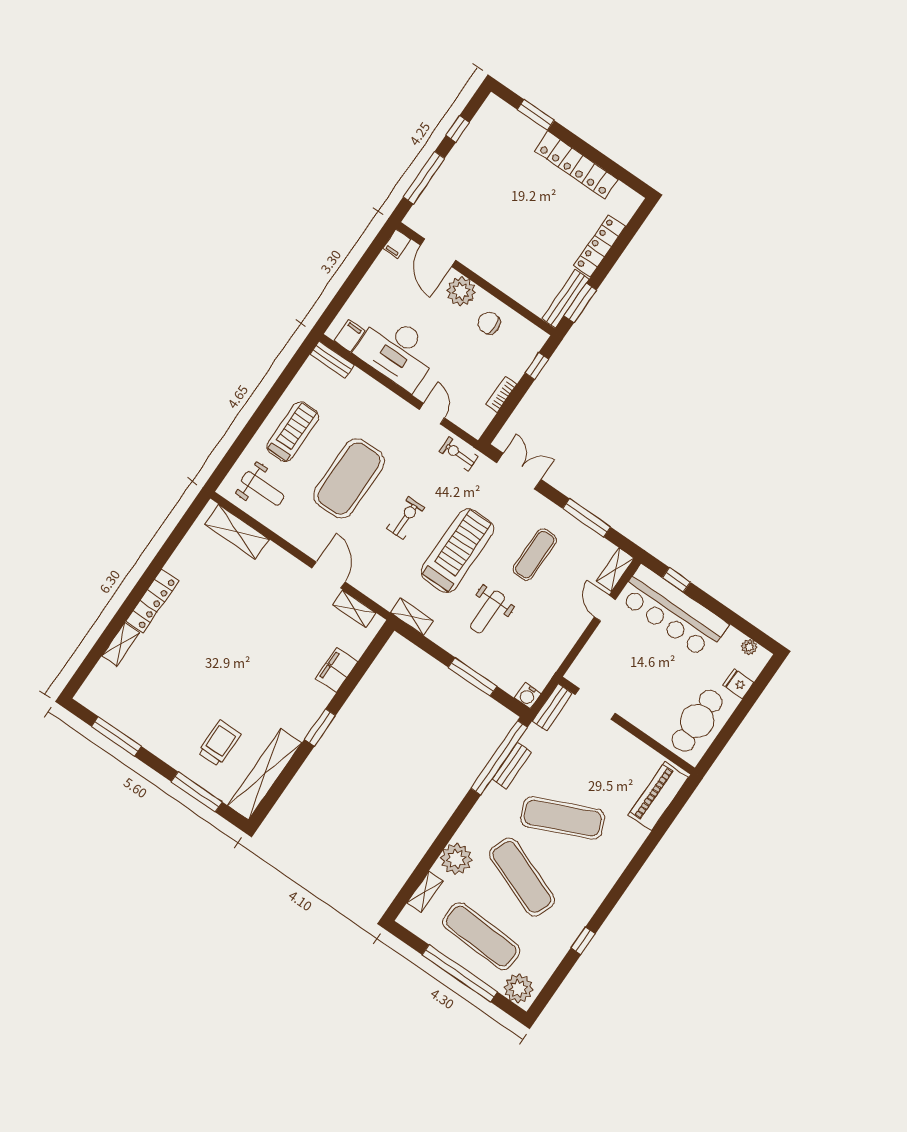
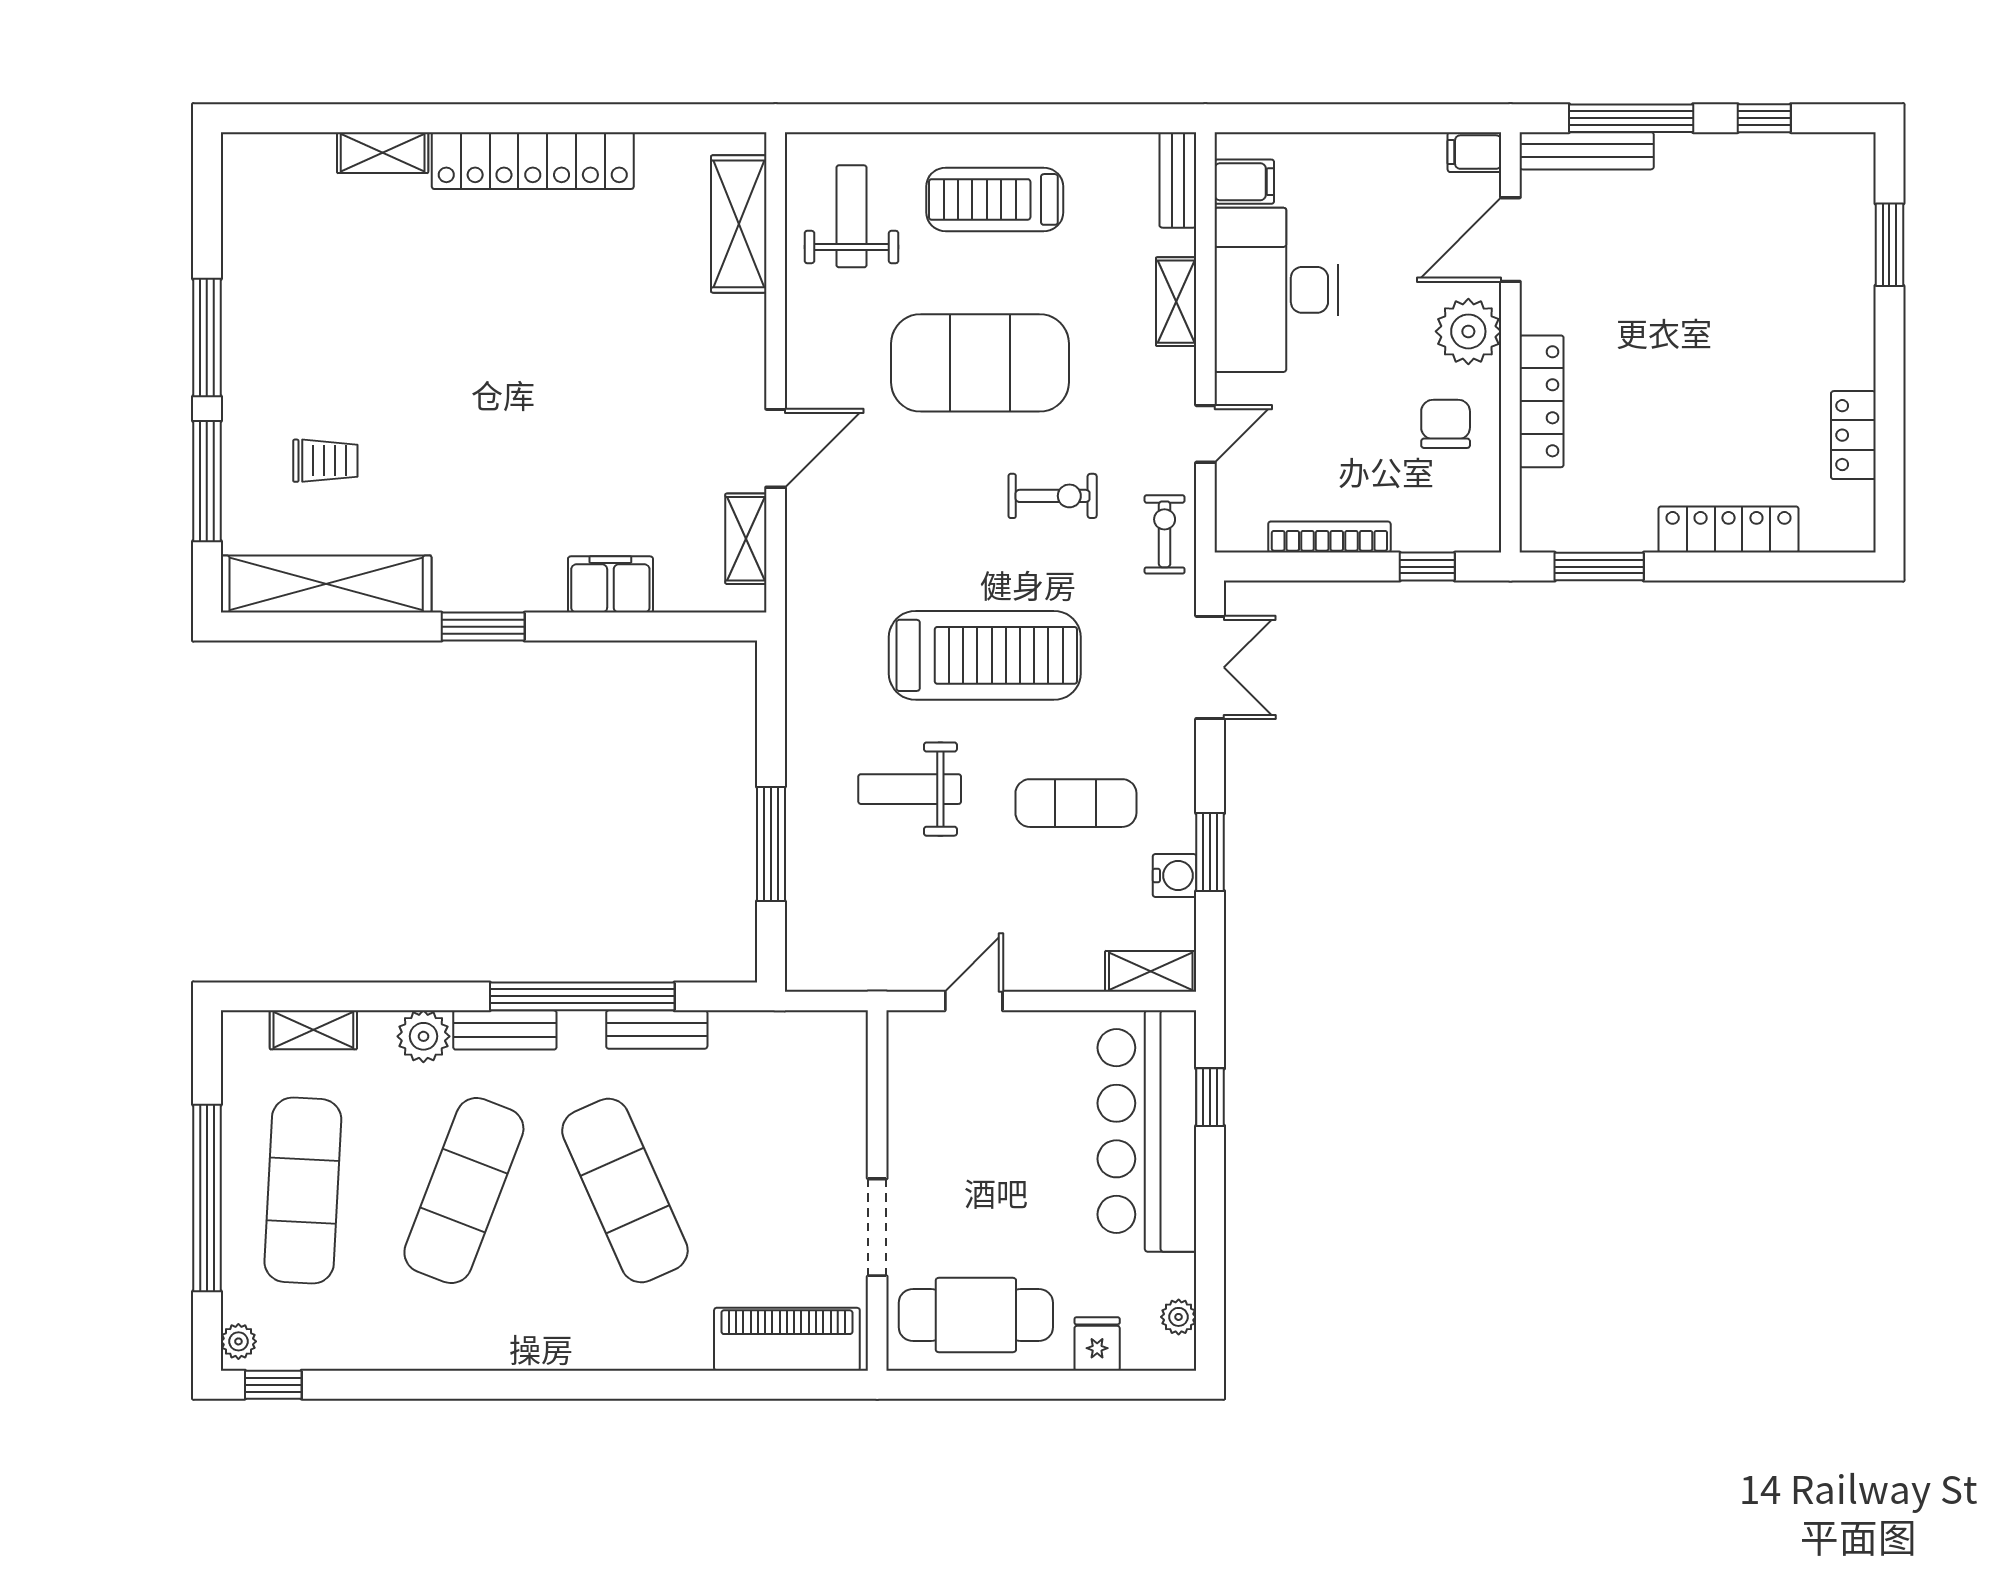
locker: (577, 165) -> (1853, 435), width x0.46, depth x0.83
locker: (505, 282) -> (1542, 401), added
bench: (566, 299) -> (1587, 151), moved
bookcase: (501, 394) -> (1329, 537), width x1.56
treadmill: (293, 432) -> (995, 199), turned 180
weight bench: (263, 488) -> (852, 216), turned 180
exercise bike: (406, 518) -> (1053, 496), moved
window: (587, 518) -> (1210, 852), width x0.69
locker: (152, 601) -> (533, 161), width x1.41, depth x1.21
door: (605, 608) -> (974, 1001), moved
shelving: (412, 617) -> (1176, 302), moved
water cooler: (528, 696) -> (1175, 875), moved, turned 180
doorway: (595, 704) -> (877, 1227), moved
bench: (552, 707) -> (505, 1030), moved
window: (116, 736) -> (207, 338), moved
trolley: (219, 743) -> (325, 461), width x0.73, depth x0.72
window: (499, 758) -> (582, 996), moved
plant: (456, 859) -> (423, 1036), width x0.73, depth x0.73
window: (583, 941) -> (273, 1385), moved
plant: (518, 988) -> (238, 1341), width x0.53, depth x0.53

